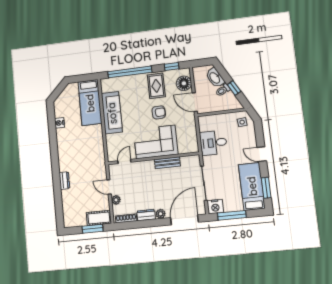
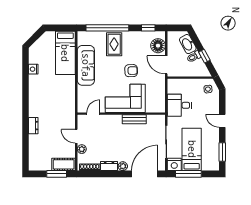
rug: (156, 86) -> (114, 44), moved
bed: (252, 186) -> (192, 149), moved

